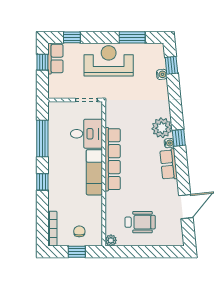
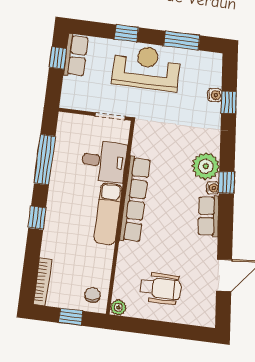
window: (72, 37) -> (126, 33), moved
window: (171, 65) -> (229, 102), moved
chair: (79, 231) -> (93, 295), moved

